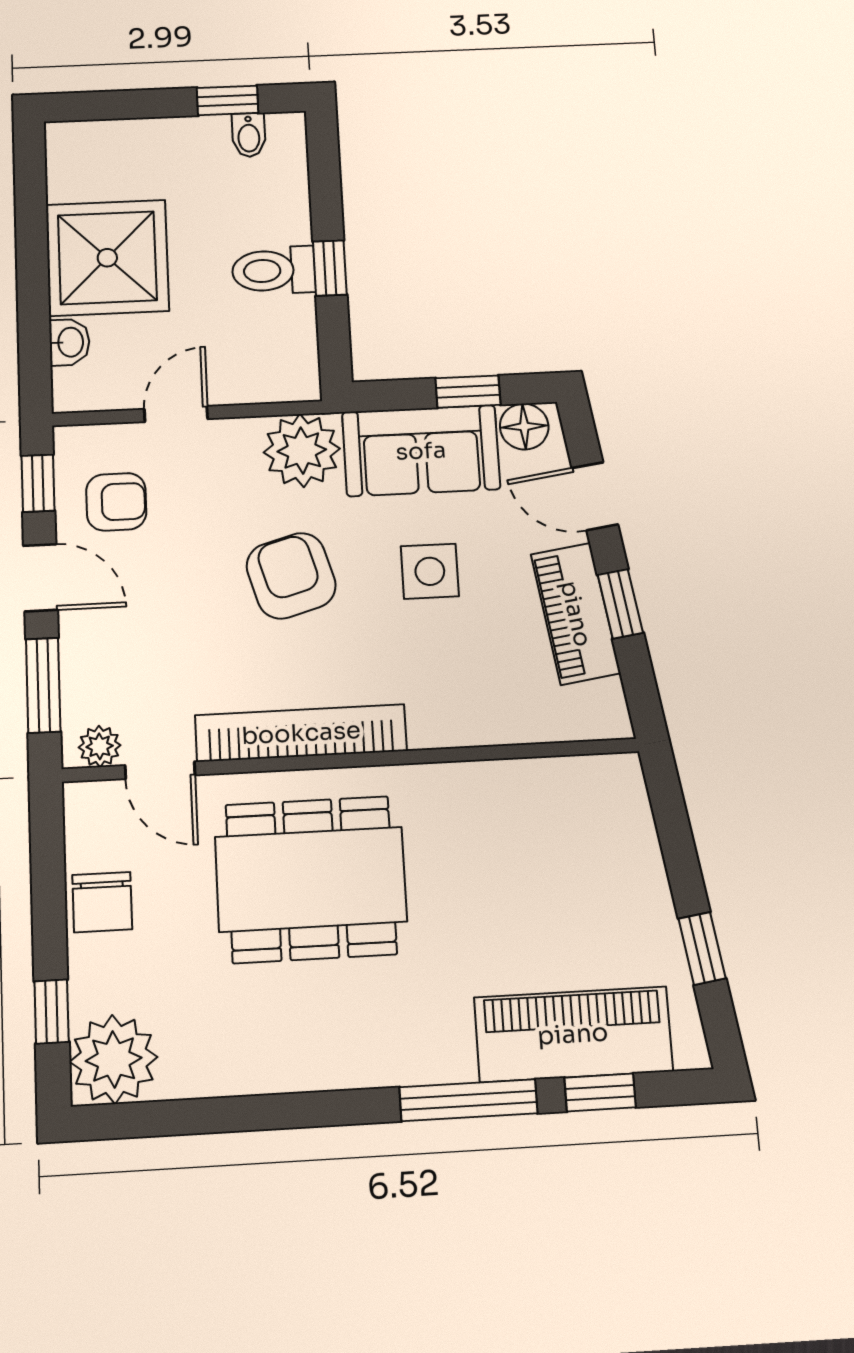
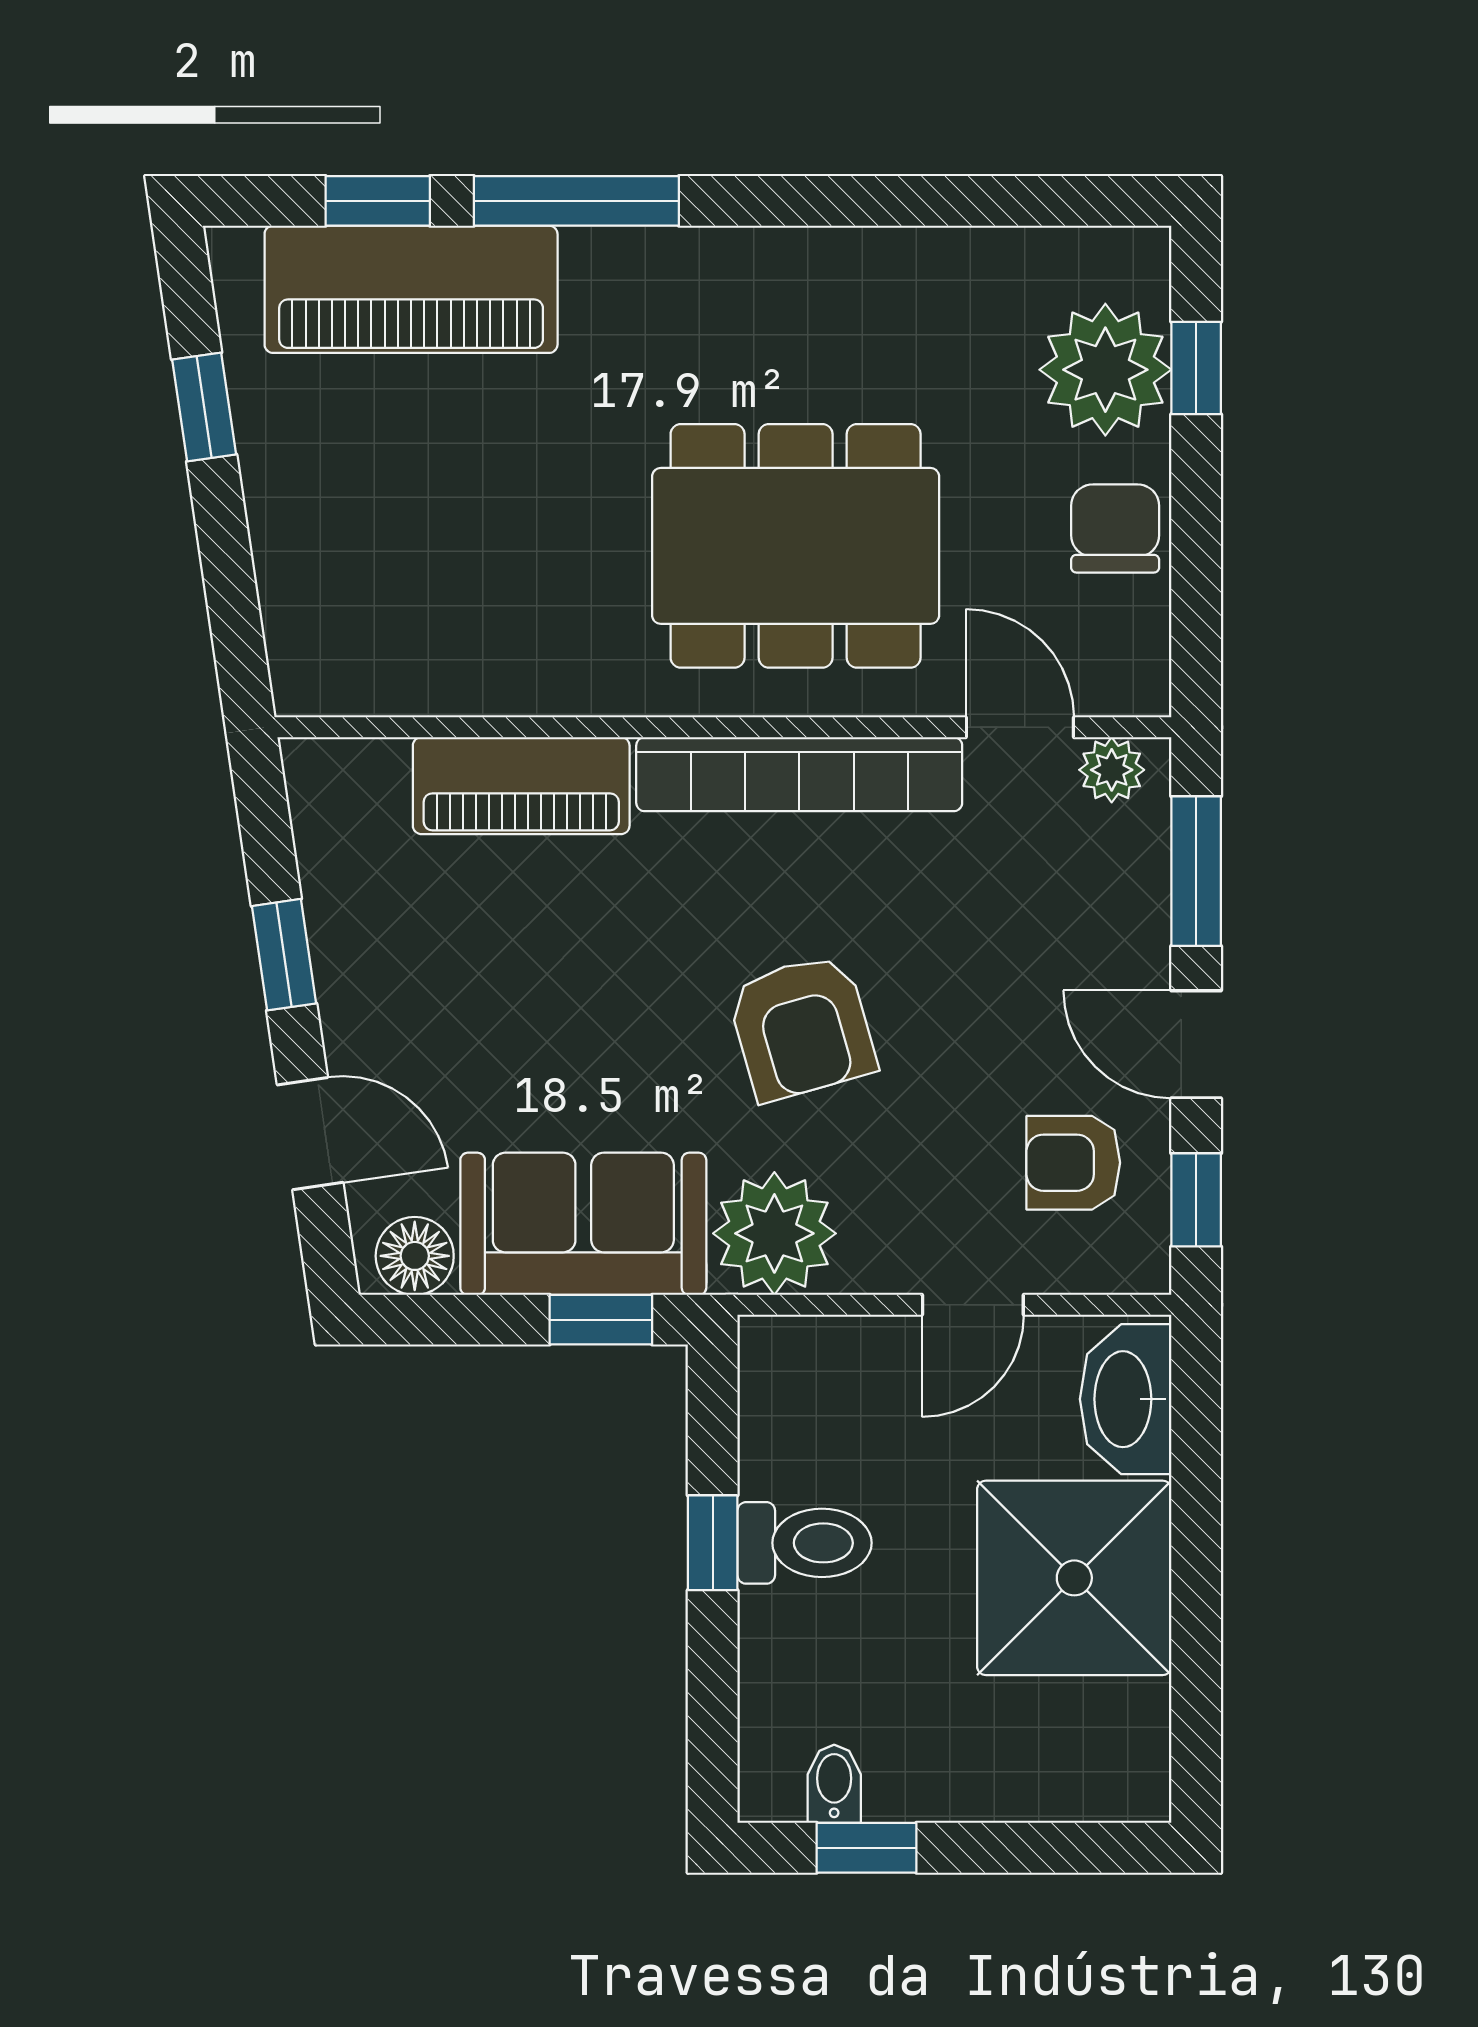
washbasin: (69, 342) -> (1126, 1399), width x1.91, depth x1.45
window: (468, 392) -> (601, 1320), moved
side table: (430, 571) -> (582, 1023), removed
piano: (576, 614) -> (521, 786), moved, turned 98
plant: (114, 1059) -> (1105, 370), moved

